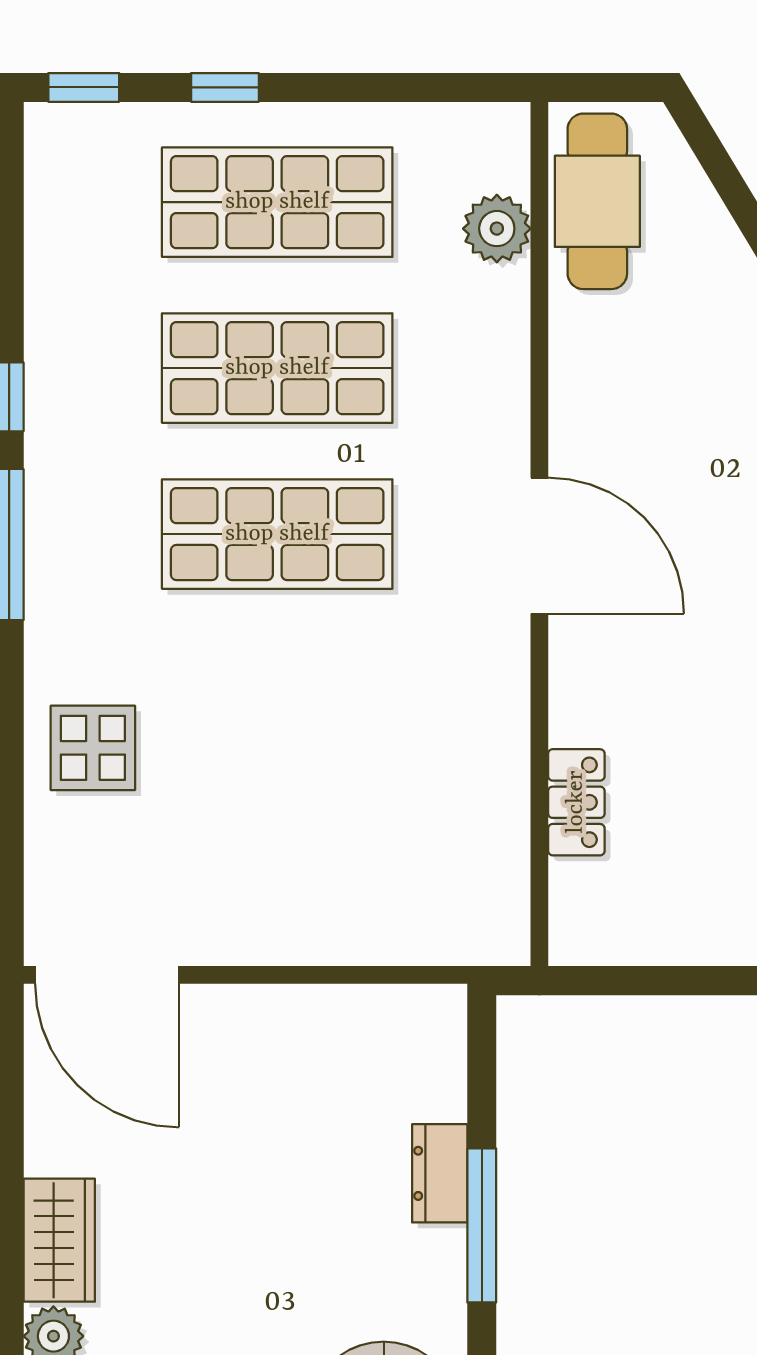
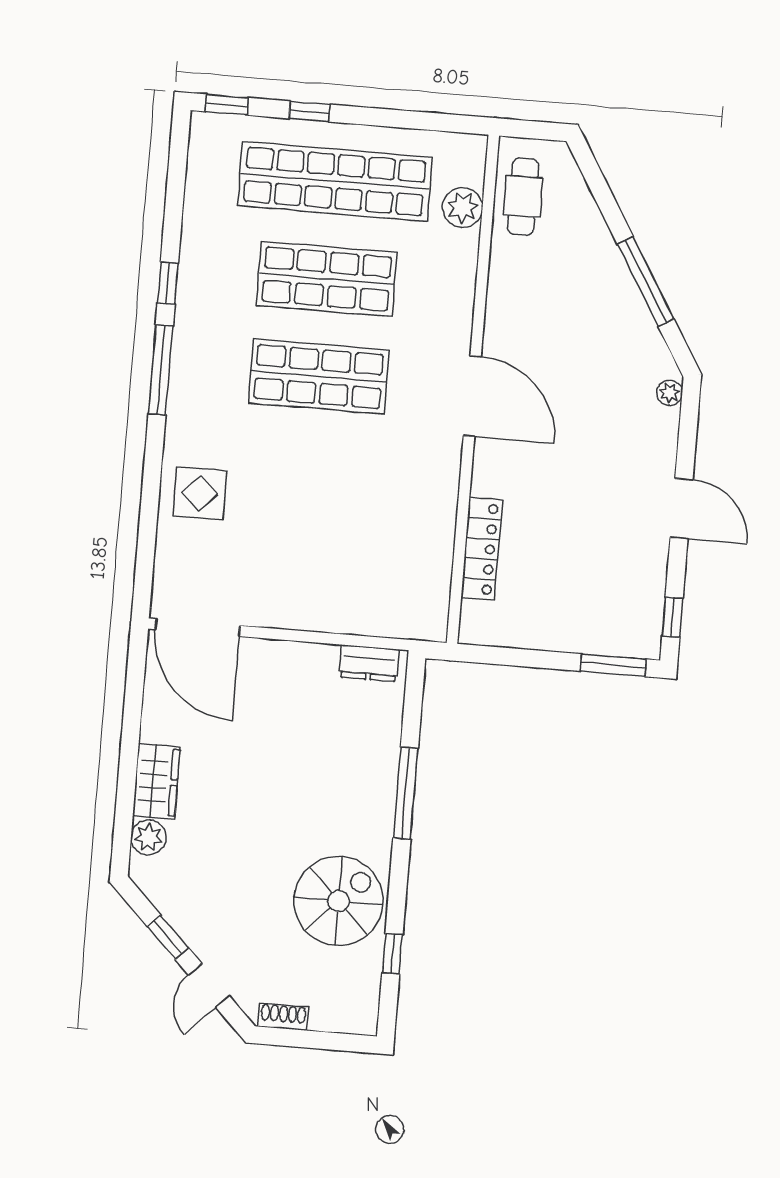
cafe table: (597, 201) -> (523, 196), width x0.73, depth x0.74
shop shelf: (277, 202) -> (335, 181), width x1.40
locker: (576, 802) -> (482, 549), width x1.53
dresser: (440, 1173) -> (369, 663), moved, turned -90

